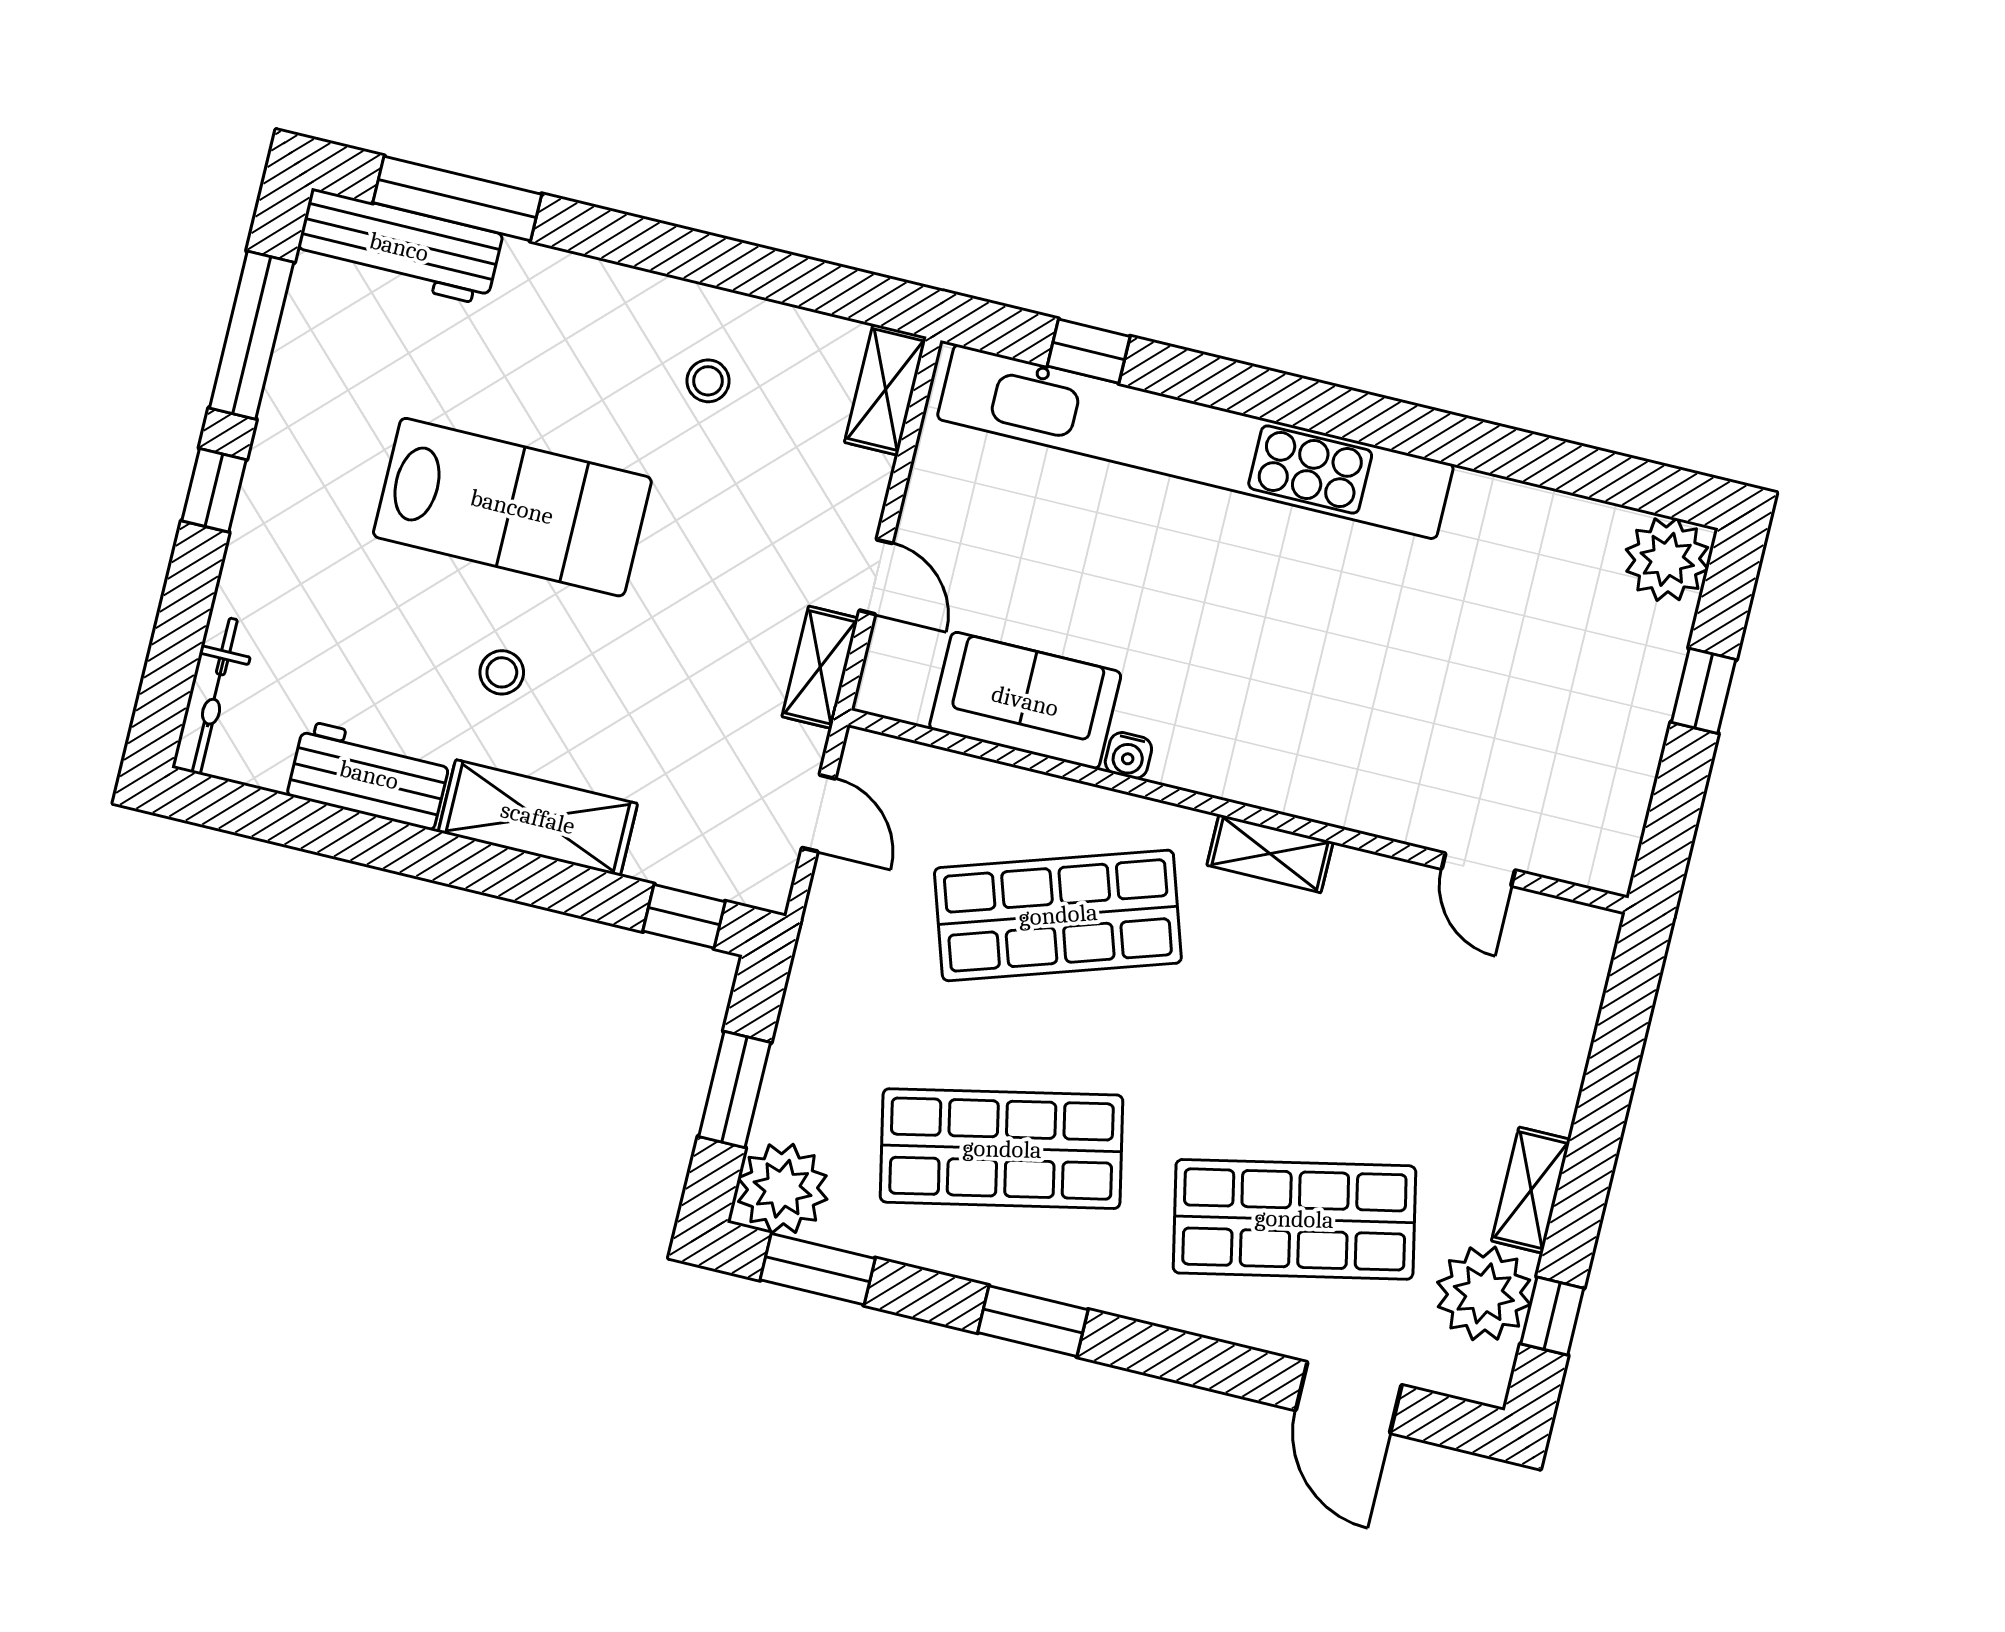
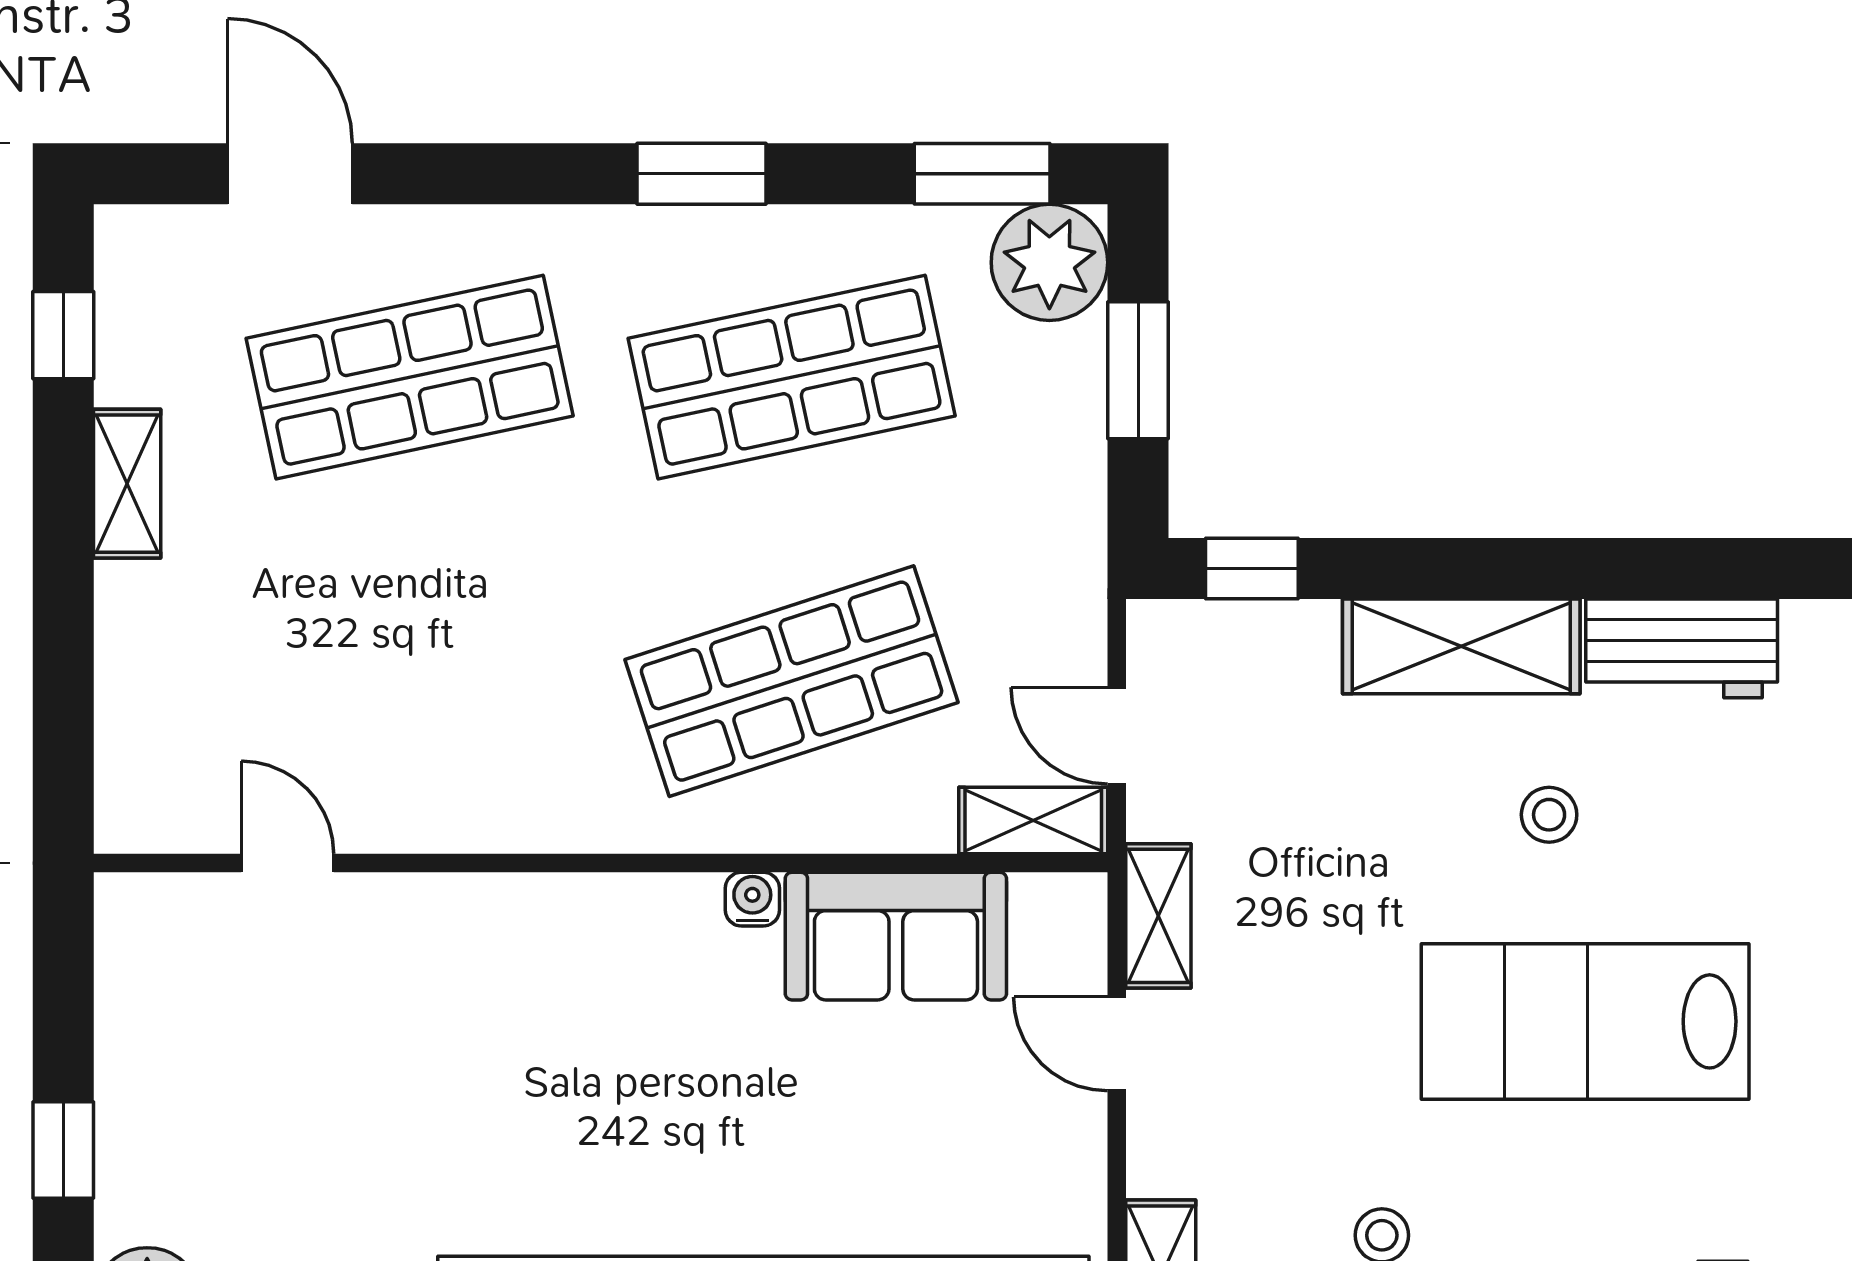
shelving: (1270, 854) -> (1033, 821), moved
plant: (1484, 1293) -> (154, 342), removed

